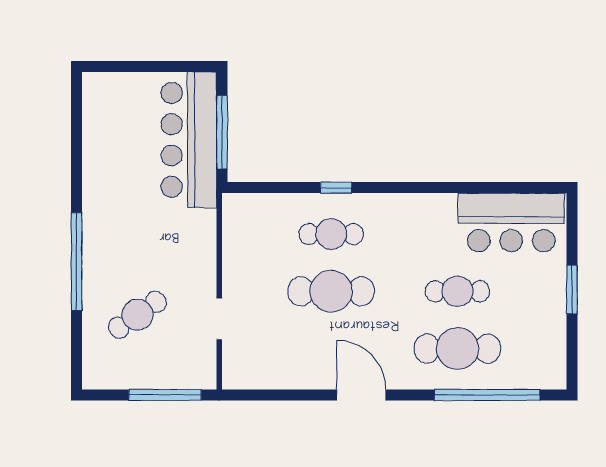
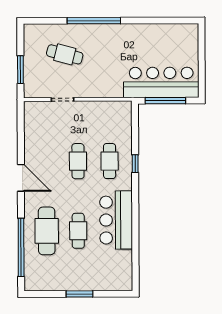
bar counter: (511, 222) -> (116, 220), moved
cafe table: (331, 291) -> (78, 161), width x0.73, depth x0.74
cafe table: (137, 315) -> (65, 54), turned -40
window: (165, 395) -> (20, 70), width x0.69
door: (361, 395) -> (21, 178), hinge flipped

